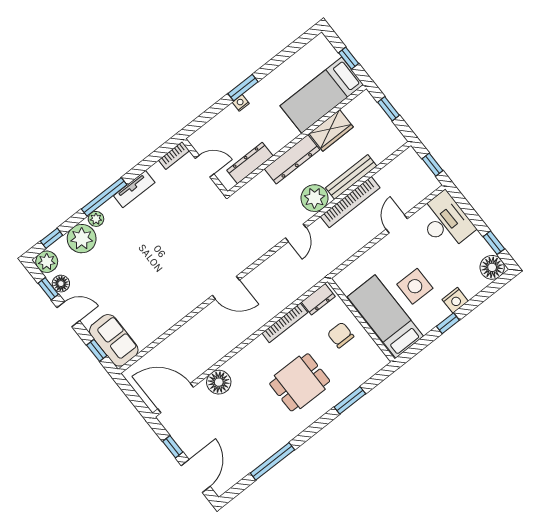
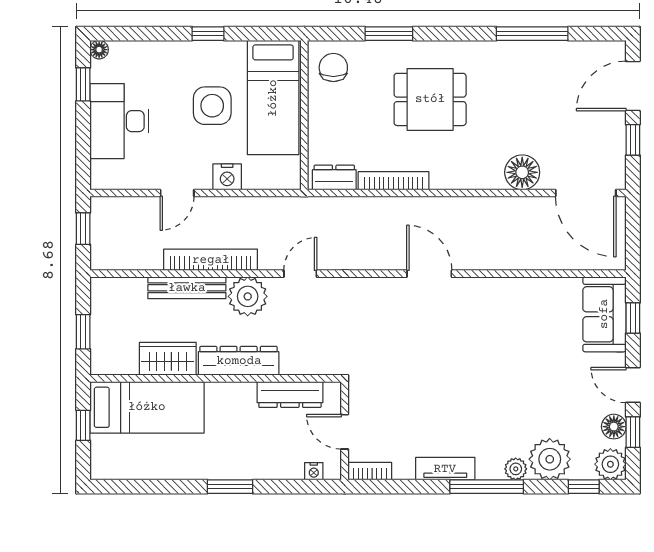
nightstand: (241, 103) -> (314, 471), moved
desk: (445, 221) -> (119, 121), moved
floor lamp: (492, 267) -> (99, 50), width x0.53, depth x0.53
nightstand: (455, 300) -> (227, 177), moved, turned 180
chair: (341, 335) -> (333, 68), moved, turned 180

